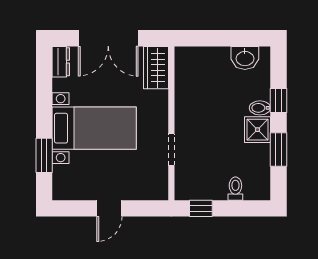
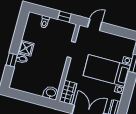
washbasin: (245, 58) -> (51, 93), moved
window: (278, 149) -> (18, 36), removed
door: (109, 208) -> (95, 25), moved

